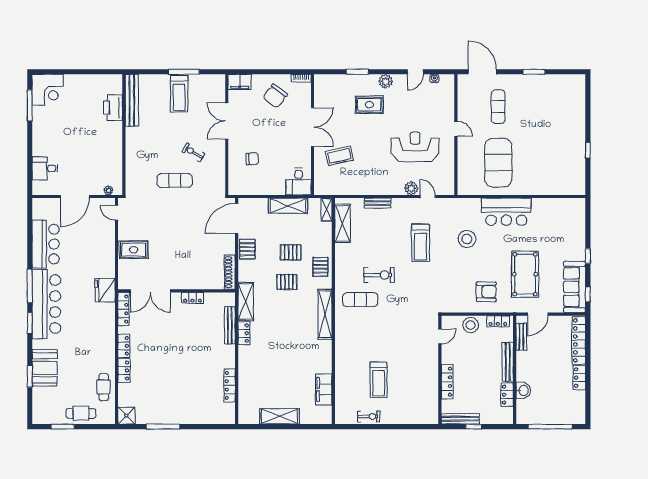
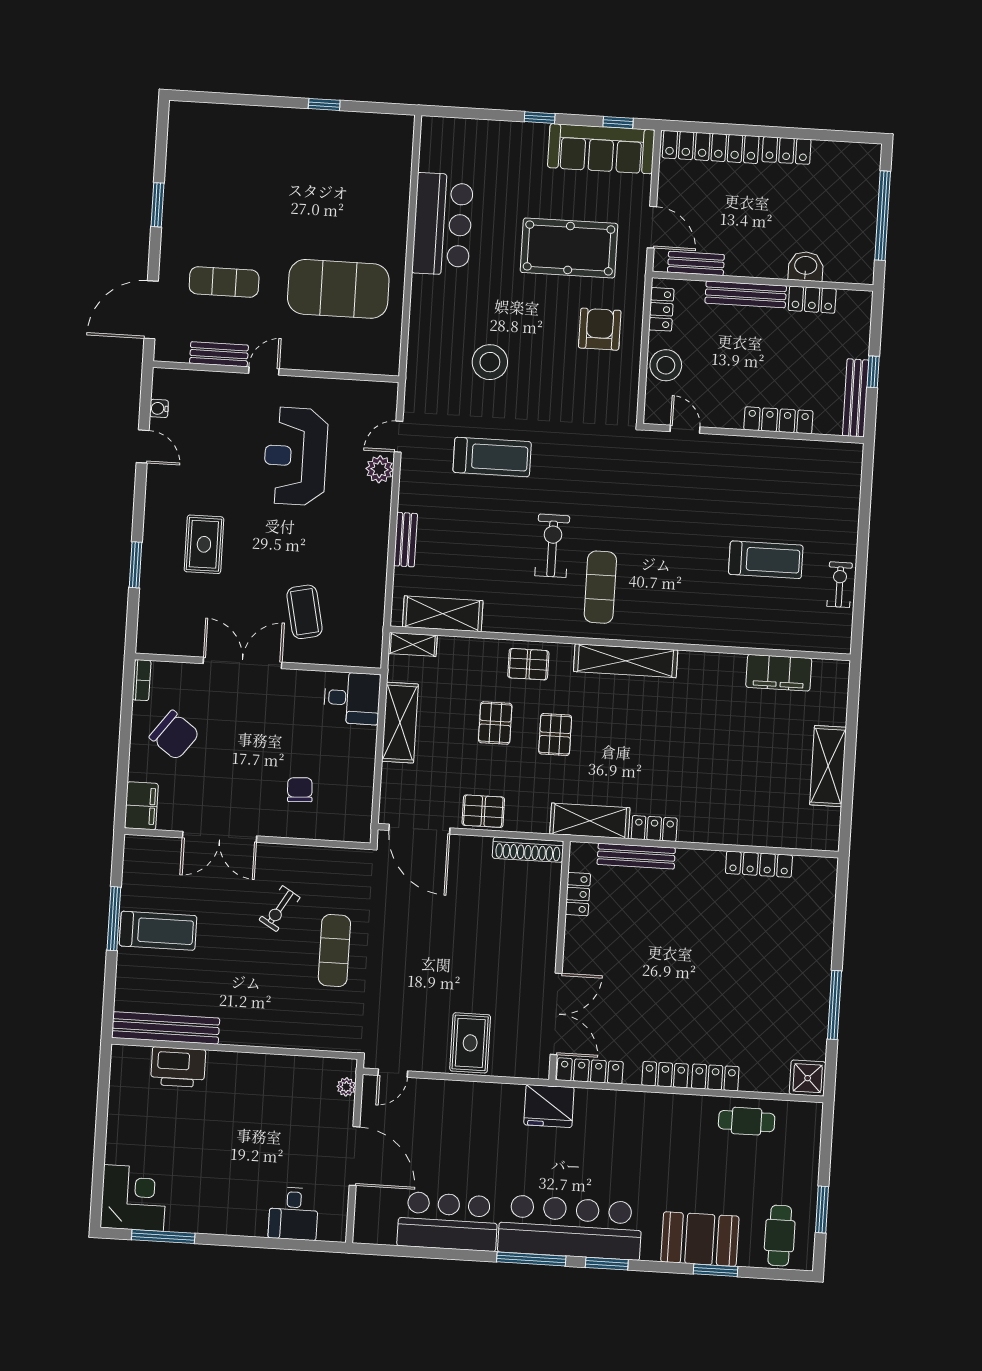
plant: (386, 81) -> (159, 508), removed
bench: (463, 106) -> (219, 354), added
bar counter: (506, 212) -> (443, 224), moved
locker: (192, 298) -> (578, 894), moved
cafe table: (81, 413) -> (780, 1236), moved

